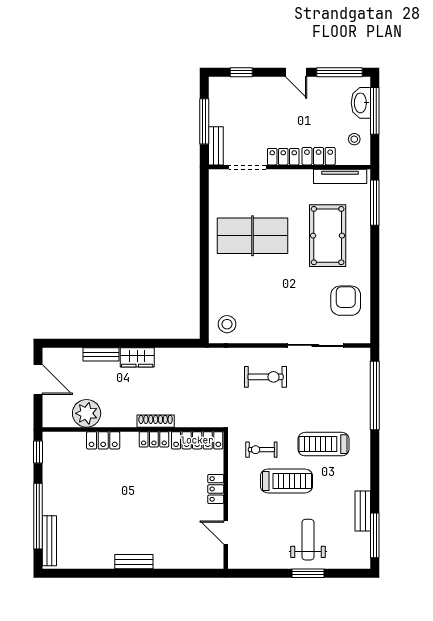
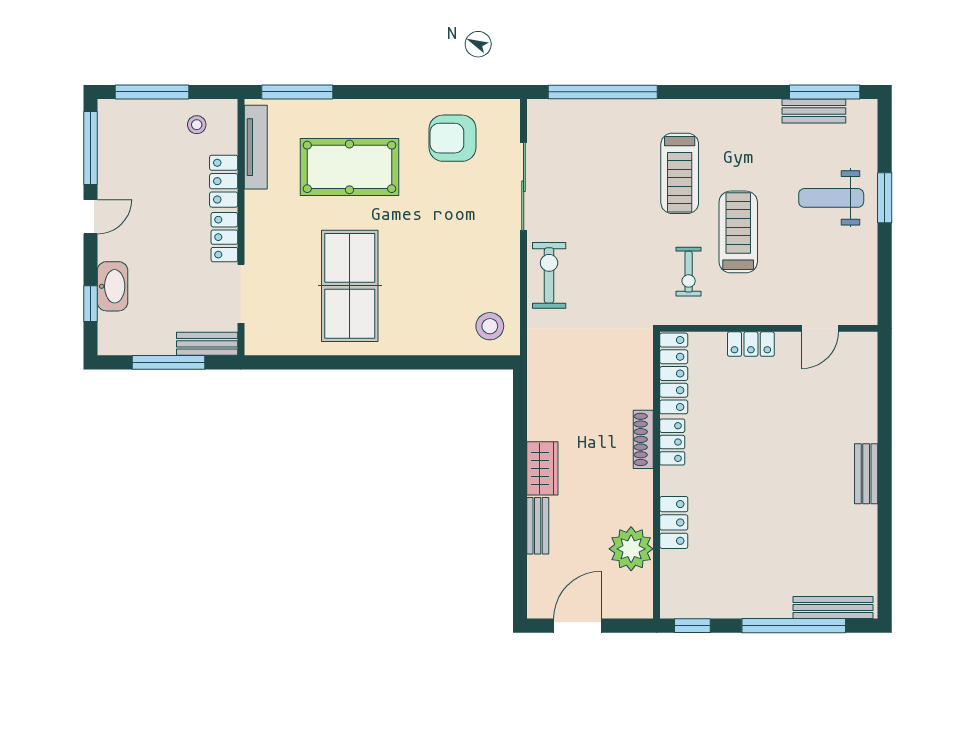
washbasin: (361, 103) -> (113, 286), moved, turned -90
exercise bike: (266, 377) -> (549, 275), moved
bench: (363, 511) -> (814, 111), moved

